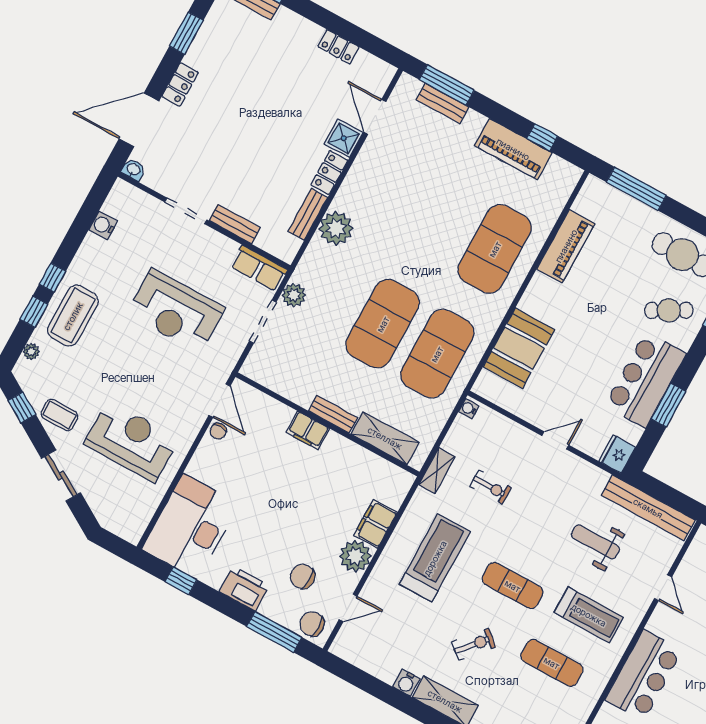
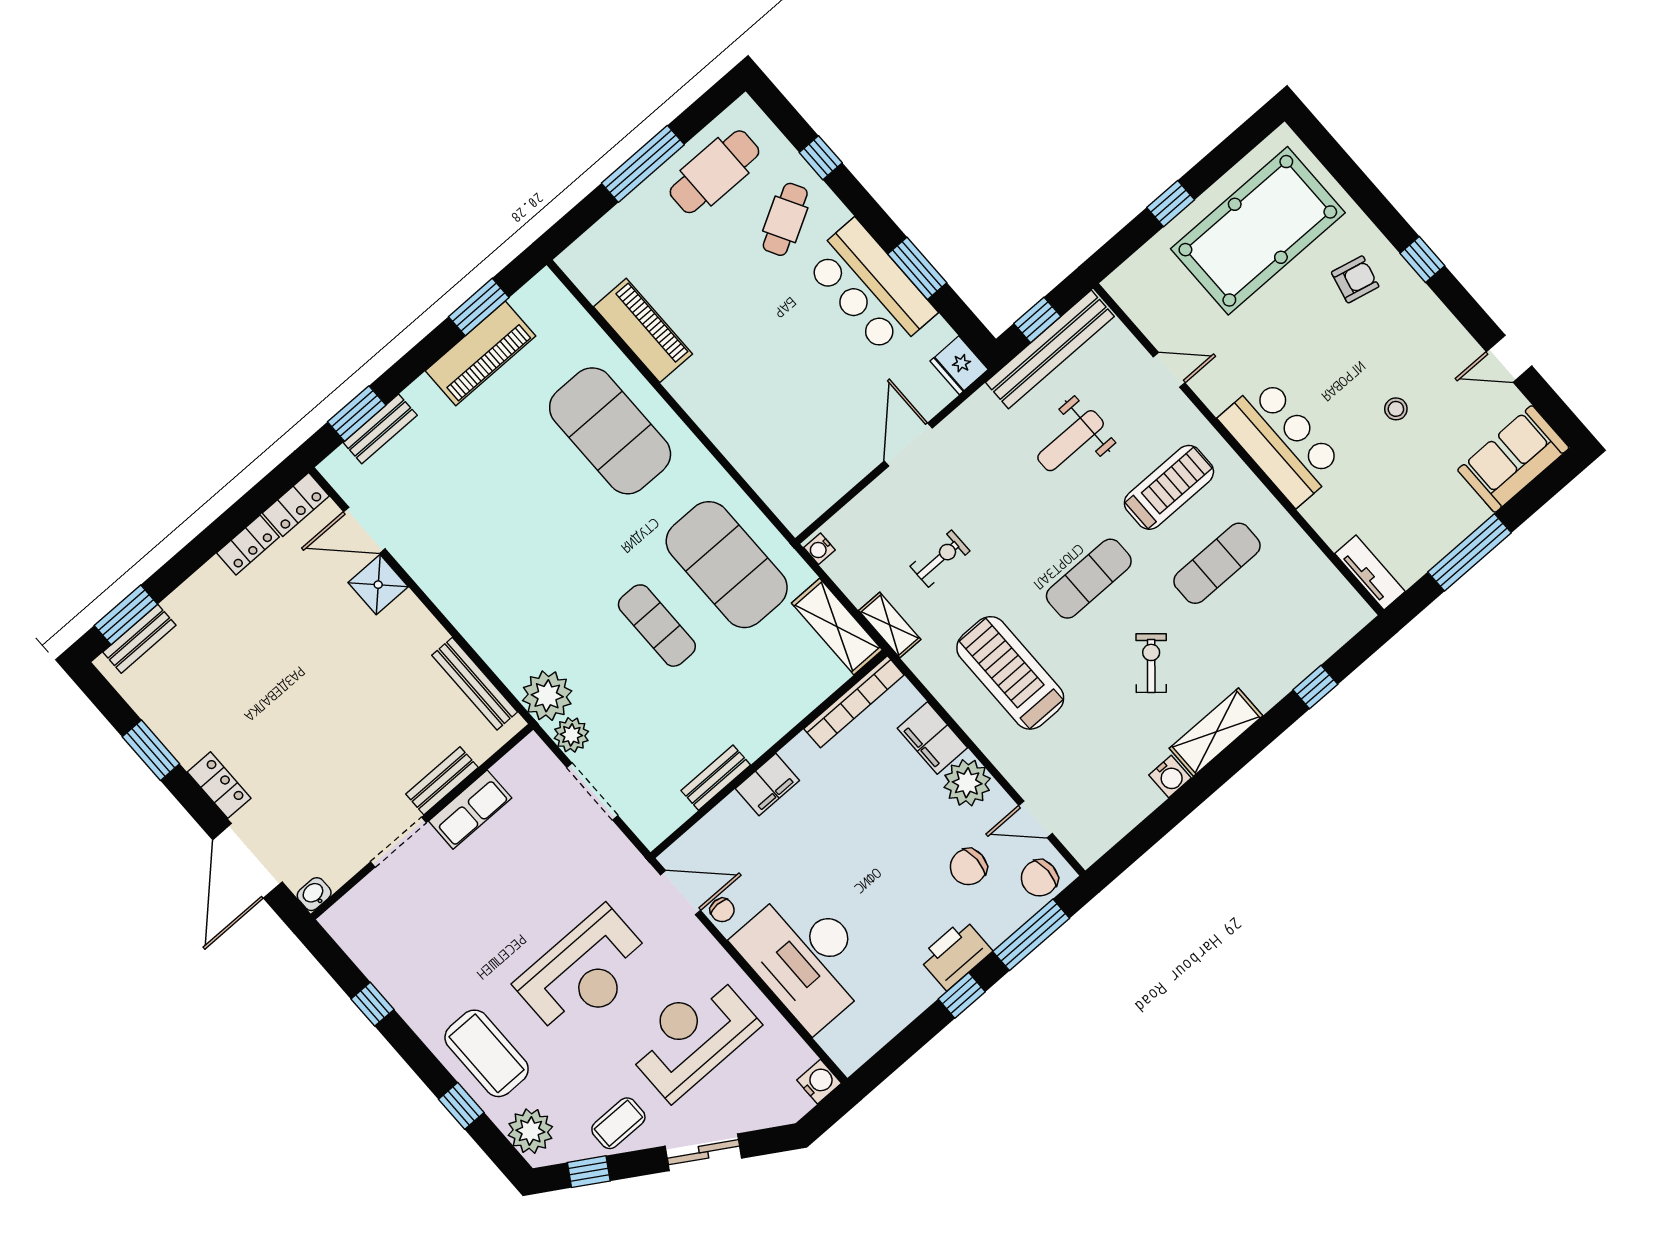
window: (447, 85) -> (357, 414), width x0.69
window: (542, 137) -> (479, 307), width x1.50
locker: (329, 173) -> (296, 505), moved, turned -90
window: (636, 189) -> (643, 164), moved
bench: (308, 214) -> (475, 684), width x1.36
water cooler: (103, 225) -> (819, 1082), moved, turned 180
plant: (336, 228) -> (547, 696), moved
row of seats: (259, 268) -> (470, 810), moved
window: (53, 278) -> (373, 1004), moved
reception desk: (176, 311) -> (584, 973), moved
exercise mat: (383, 324) -> (657, 626), width x0.50, depth x0.69
booth: (519, 348) -> (761, 448), removed
plant: (31, 352) -> (530, 1131), width x1.88, depth x1.88
bench: (333, 414) -> (716, 778), moved
shelving: (385, 438) -> (837, 627), moved, turned 90
door: (555, 440) -> (908, 444), width x1.38
bookcase: (380, 466) -> (854, 702), added
window: (664, 493) -> (1037, 320), added
desk: (190, 527) -> (806, 957), moved
window: (181, 581) -> (962, 995), moved
door: (348, 608) -> (1036, 819), swing flipped

